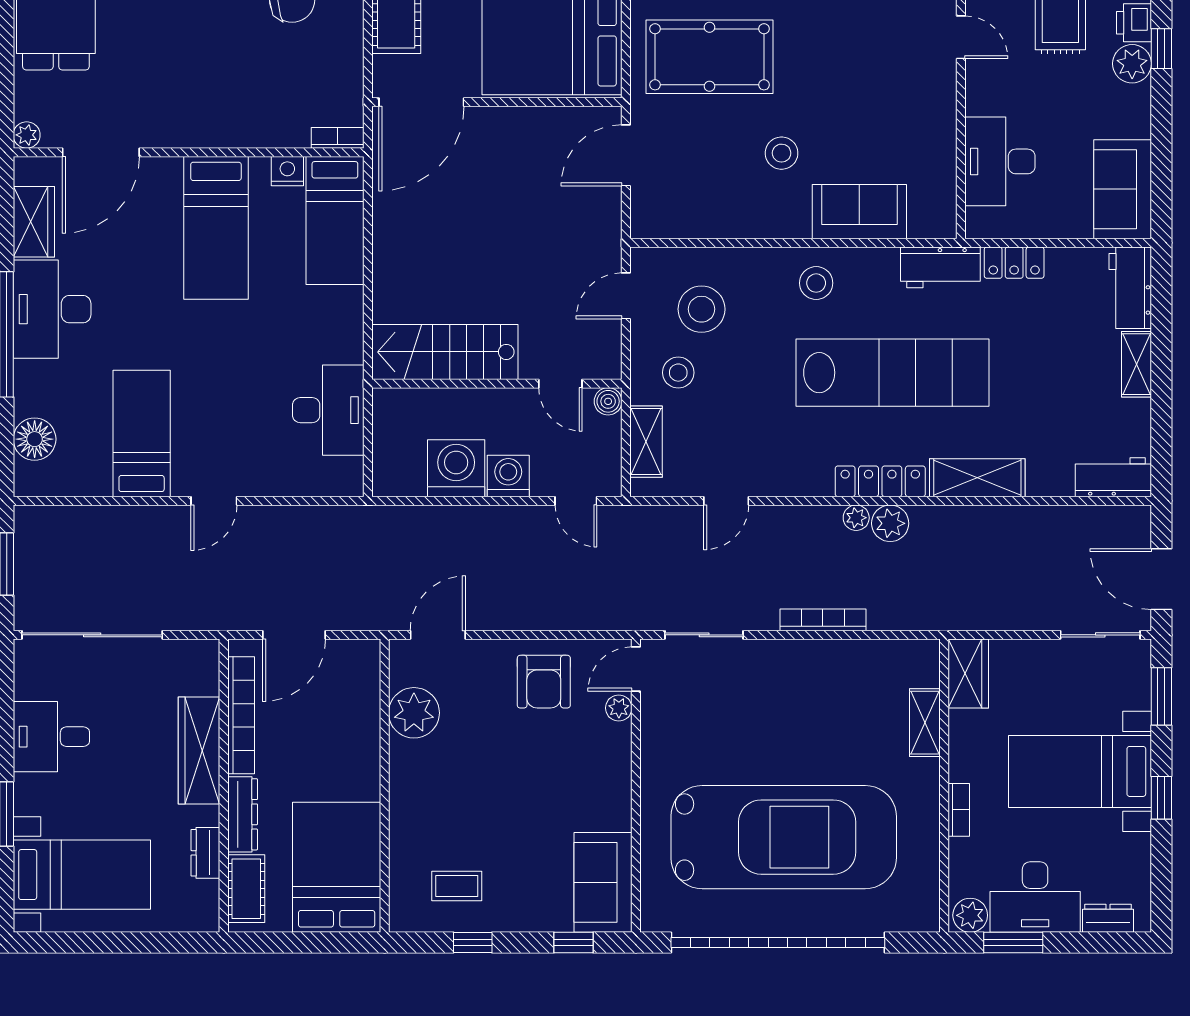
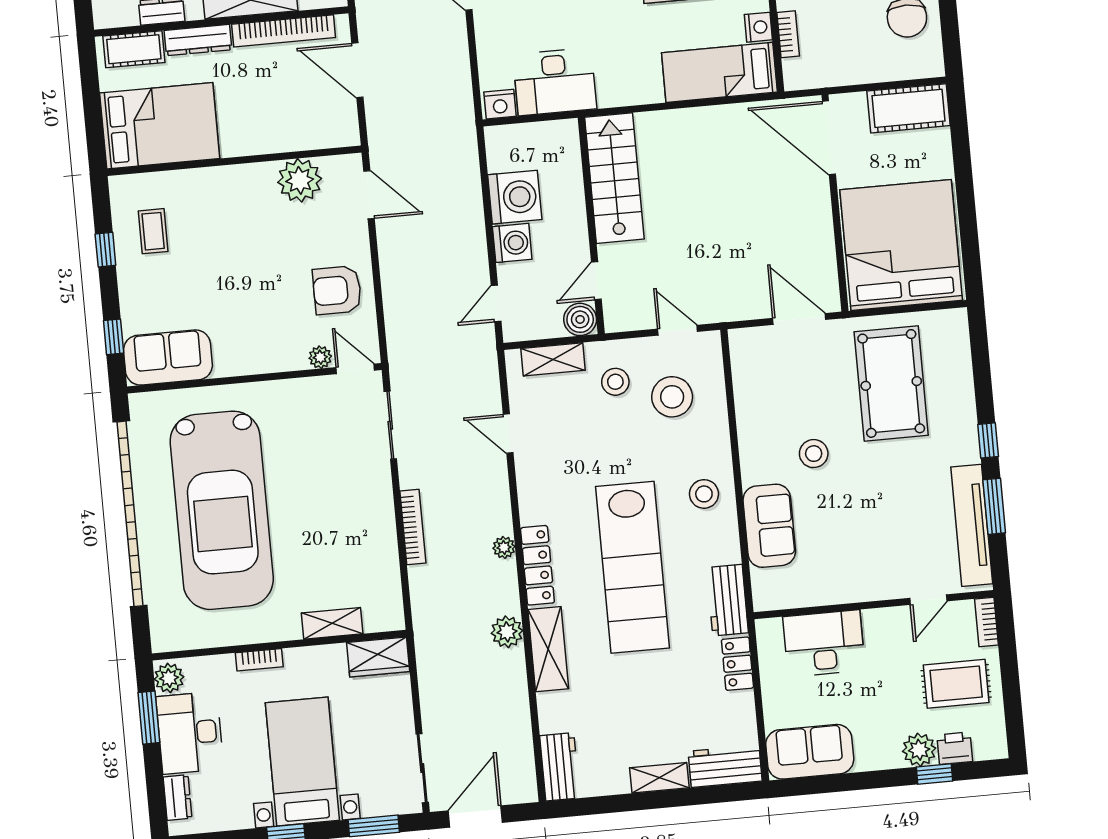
bookcase: (338, 138) -> (788, 34), moved
boiler: (608, 401) -> (580, 319), width x1.36, depth x1.36
nightstand: (348, 475) -> (500, 104), added
plant: (890, 523) -> (507, 632), moved

